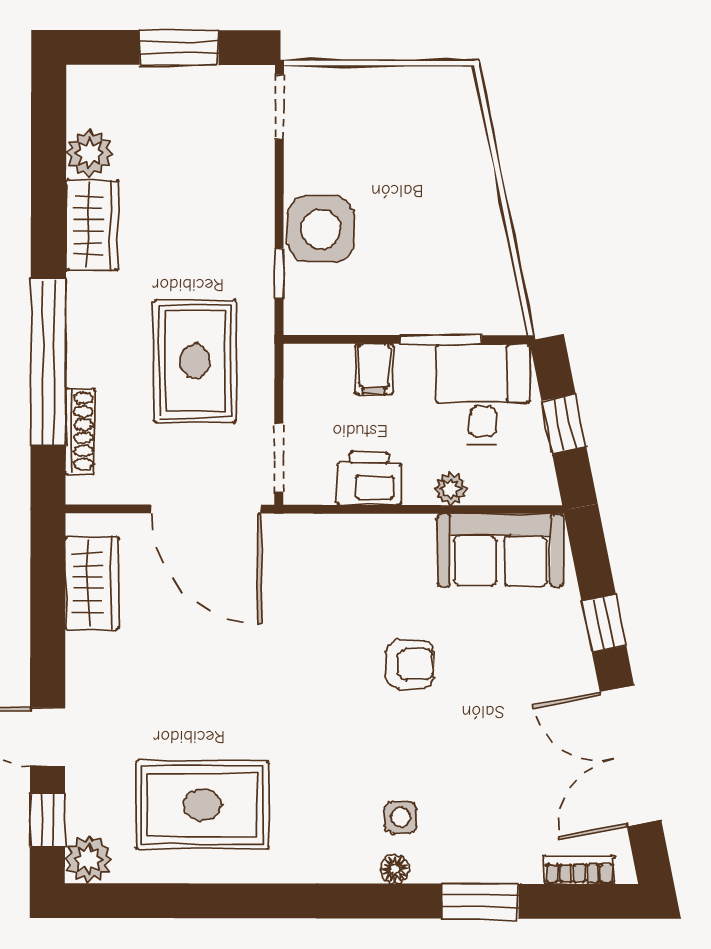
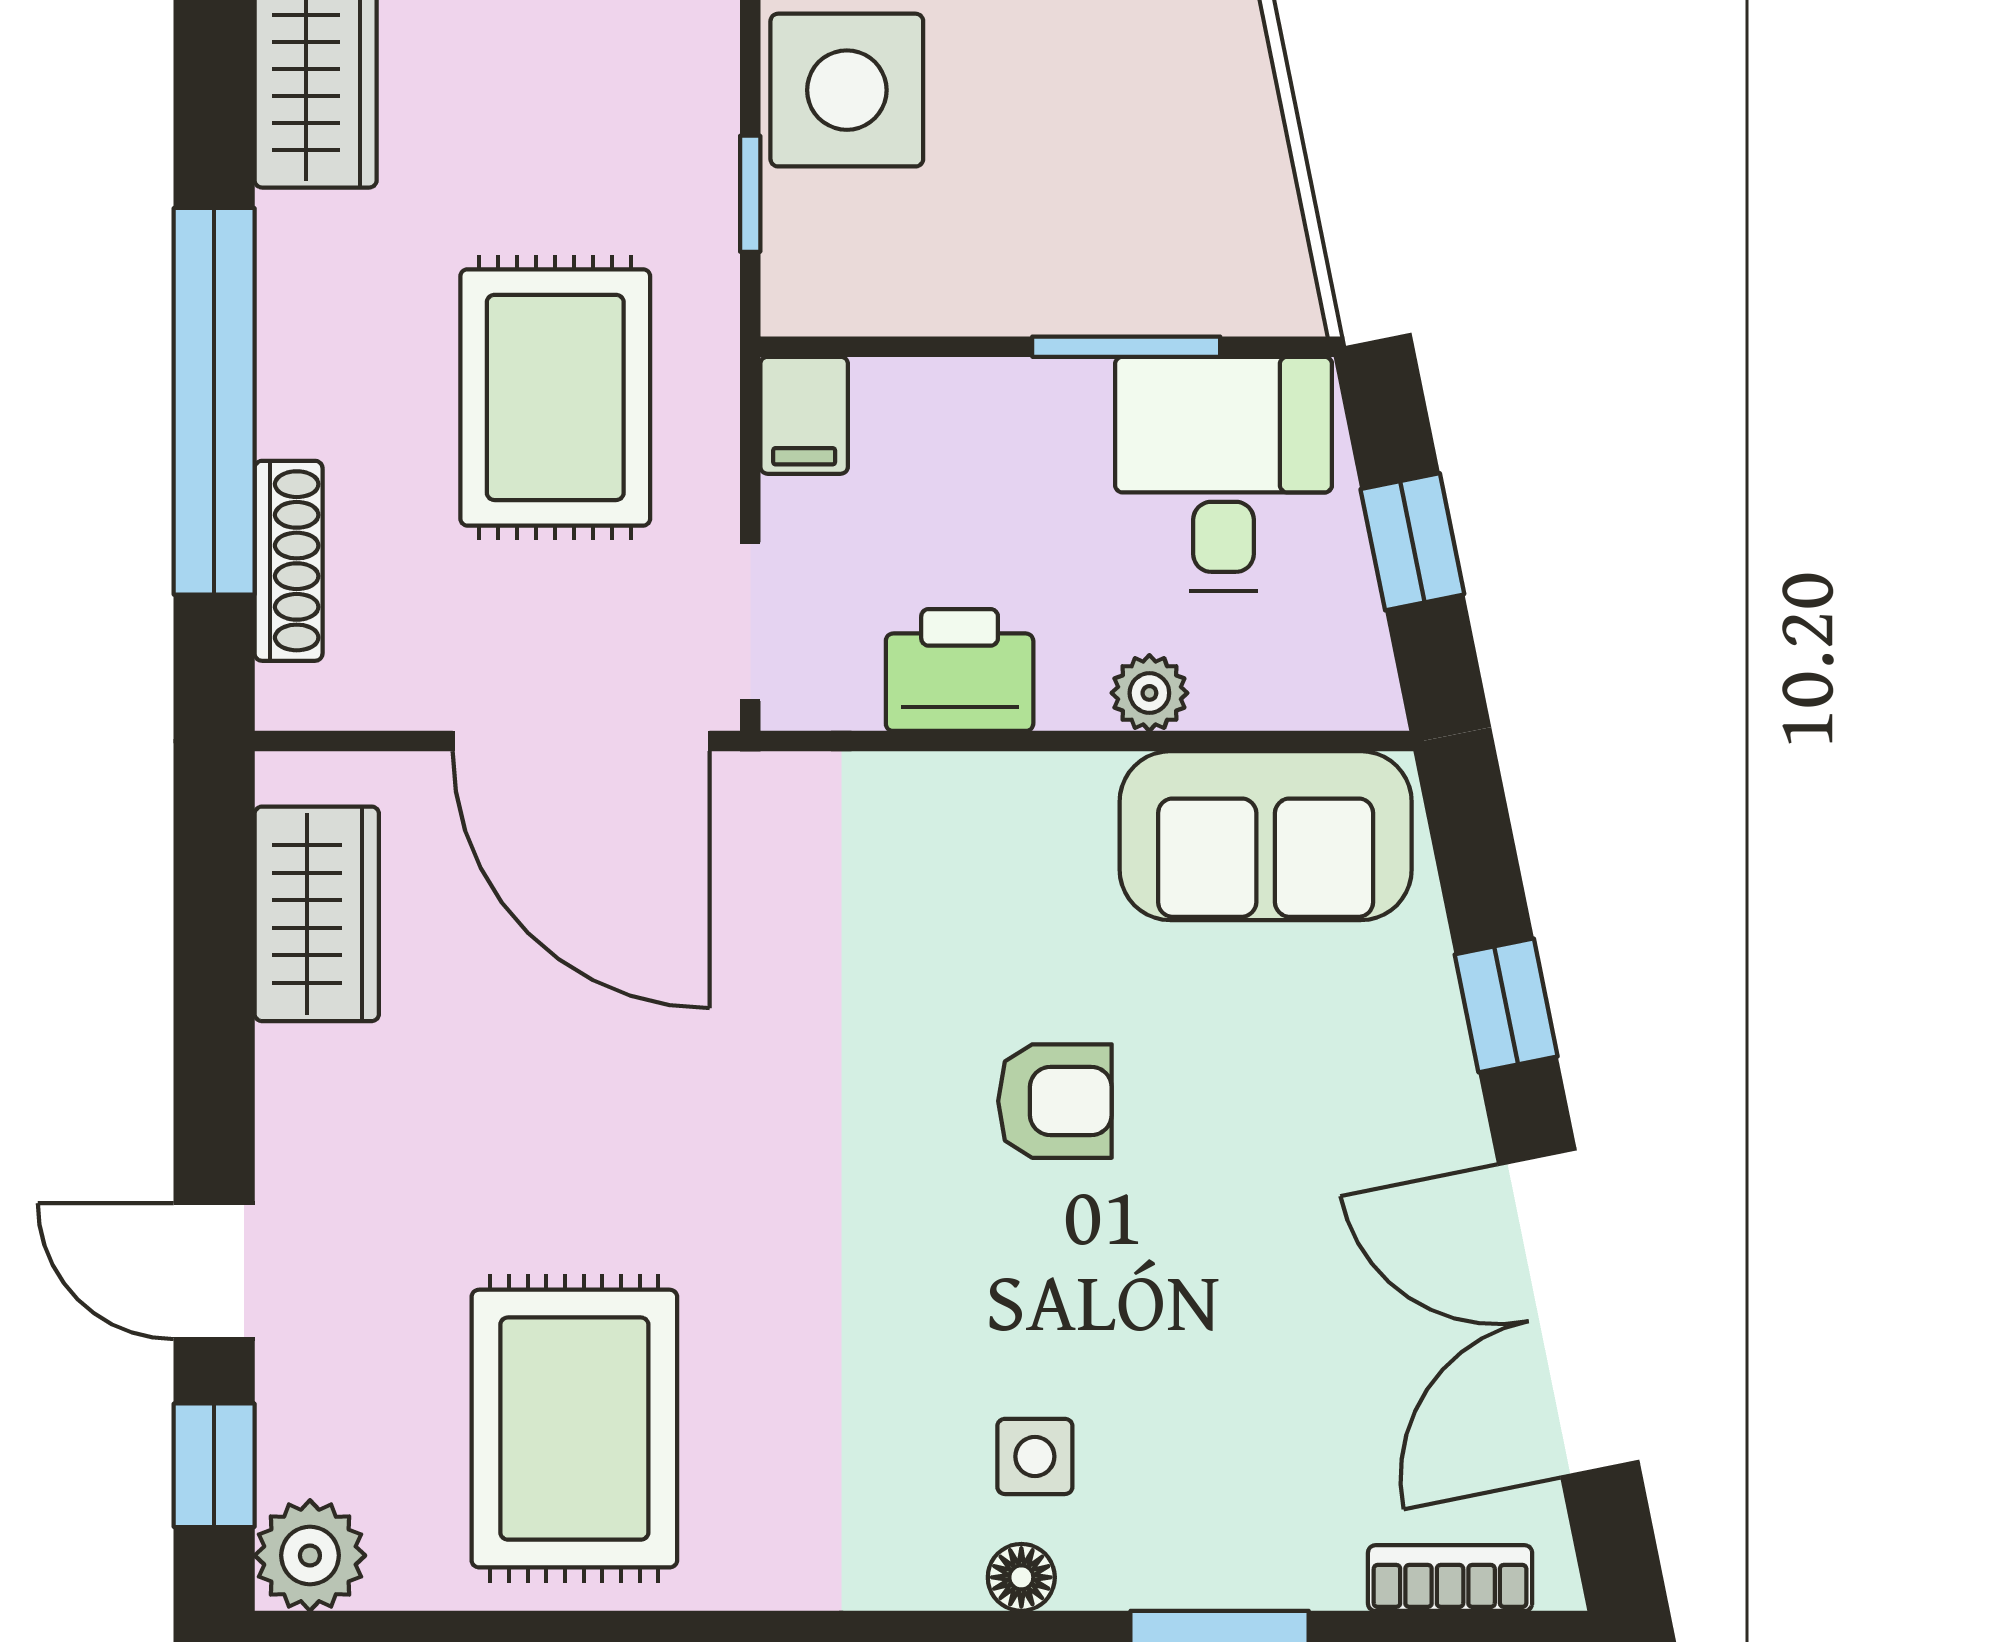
filing cabinet: (374, 369) -> (804, 415), moved
rug: (203, 805) -> (574, 1429), turned 90

